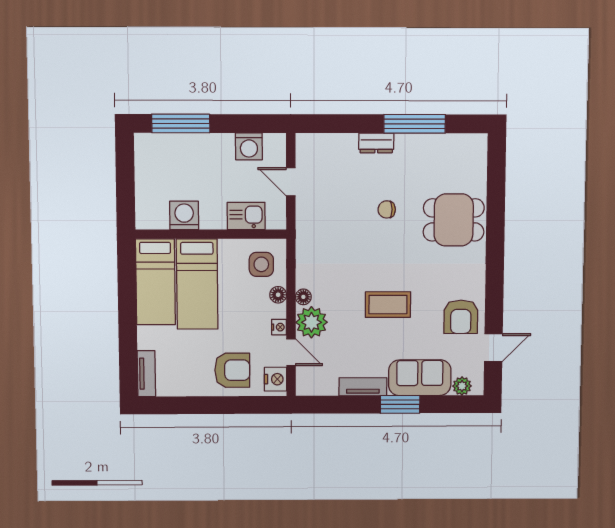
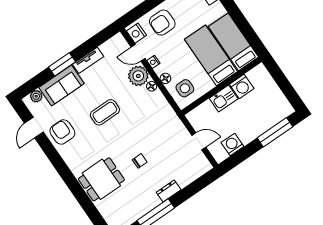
kitchen sink: (246, 216) -> (224, 98), moved

